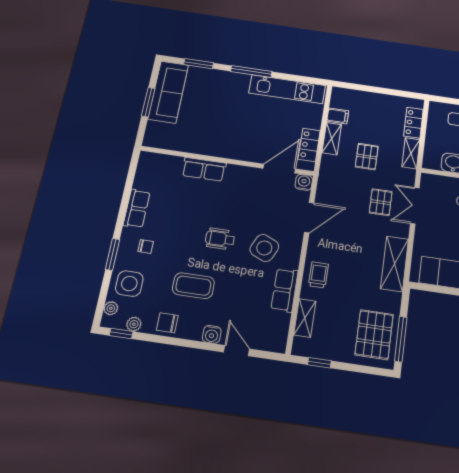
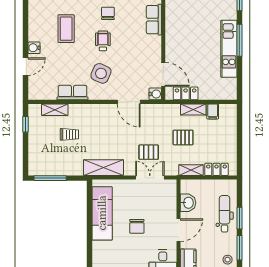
kitchen unit: (287, 89) -> (229, 49), moved
trolley: (318, 275) -> (69, 134), moved
chair: (167, 323) -> (108, 13), moved
pallet: (374, 335) -> (50, 159), removed

